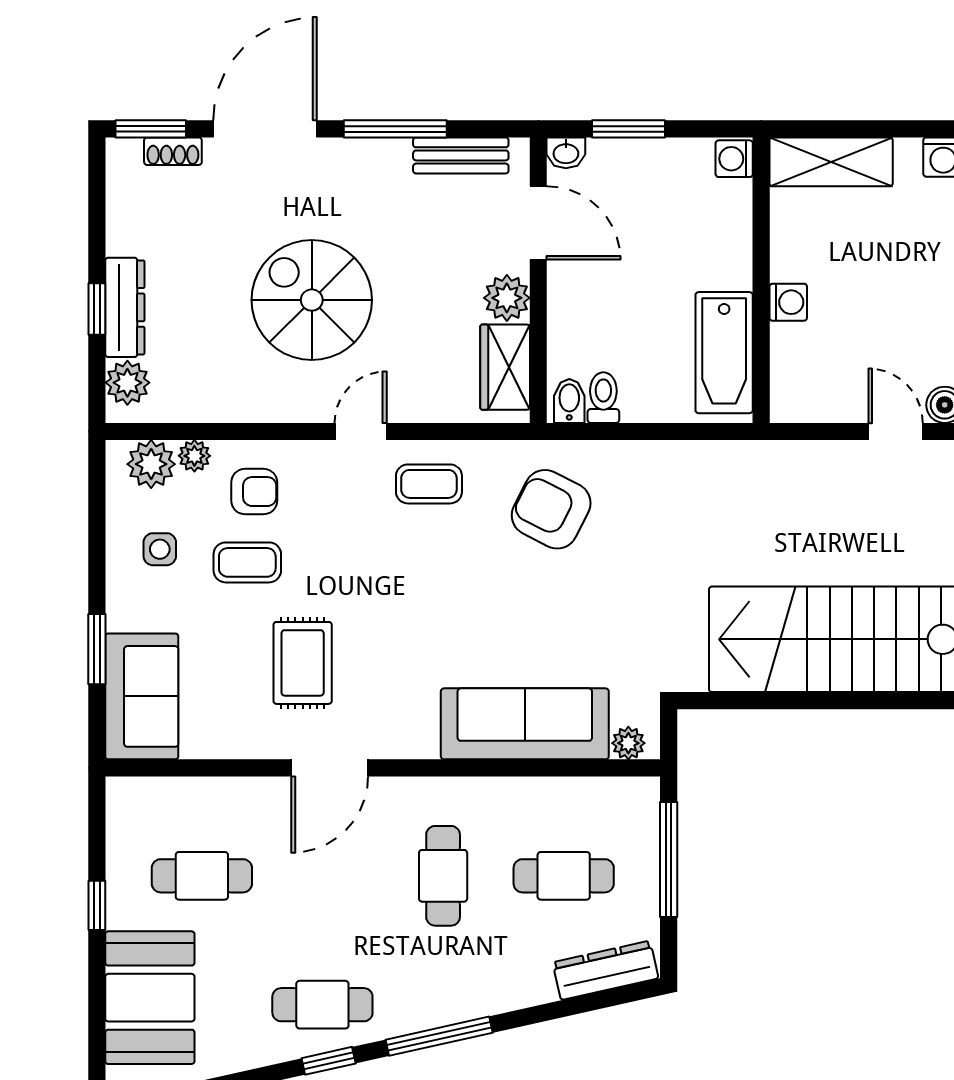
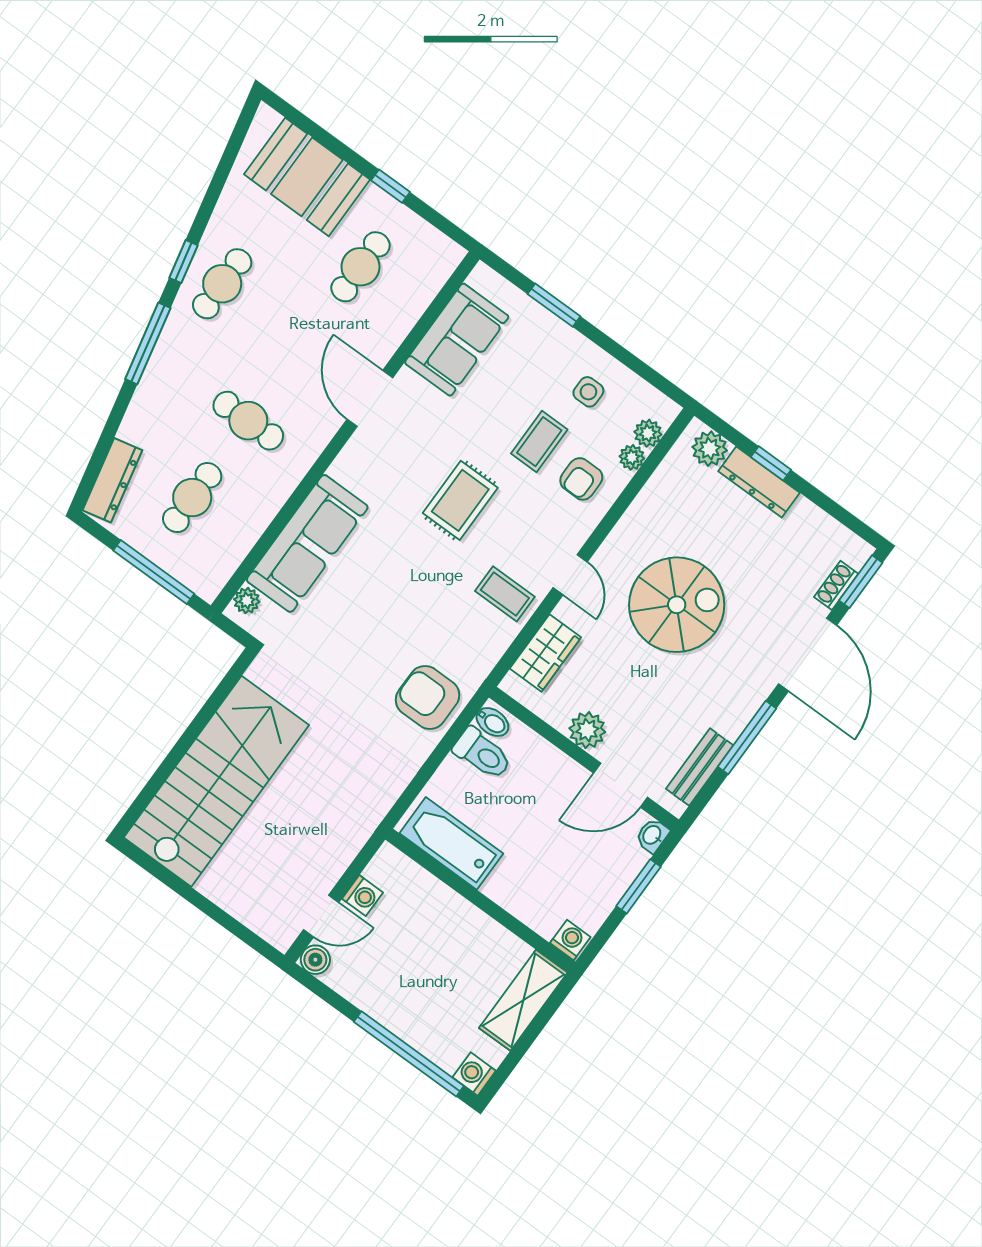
washing machine: (788, 302) -> (363, 896), moved, turned -90
wardrobe: (505, 367) -> (545, 653), moved, turned 90
toilet: (603, 398) -> (482, 754), width x1.37, depth x1.39
plant: (151, 464) -> (648, 433), width x0.73, depth x0.73
coffee table: (429, 484) -> (505, 594), turned 90
armchair: (551, 509) -> (427, 697), moved, turned -117
rug: (303, 663) -> (460, 500), moved, turned 90
sofa: (142, 696) -> (457, 340), moved, turned -90

